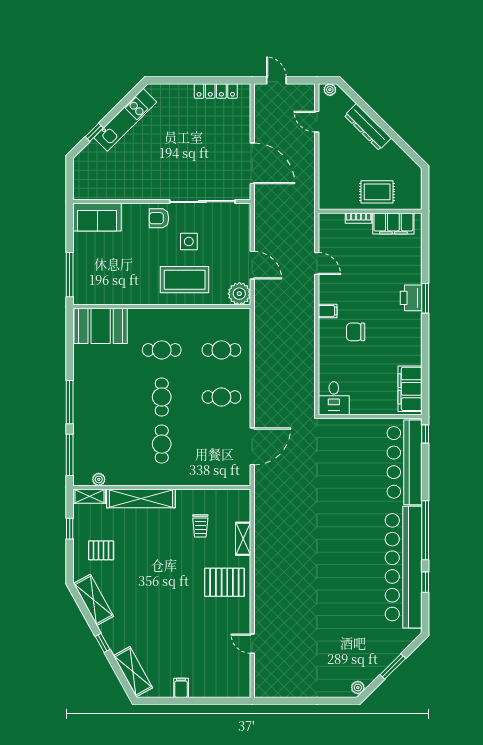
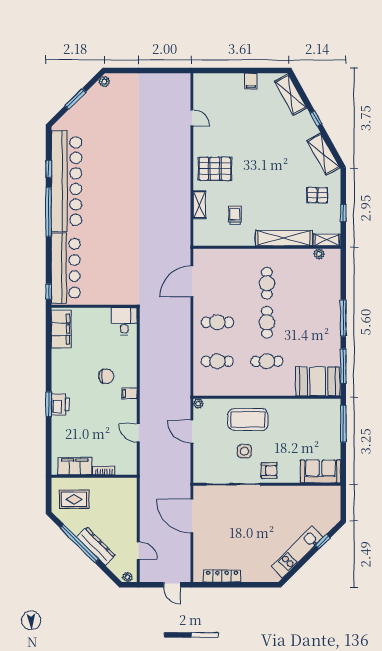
window: (388, 130) -> (79, 543), added
rug: (377, 192) -> (74, 499), moved
plant: (239, 294) -> (198, 404), width x0.53, depth x0.53
window: (70, 455) -> (343, 366), moved

